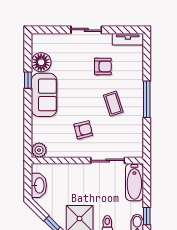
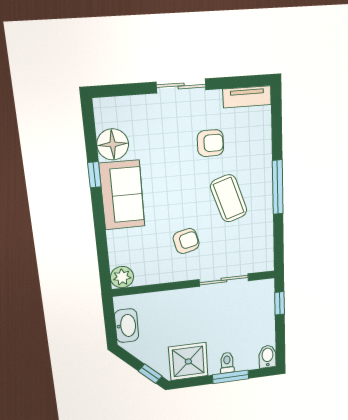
coffee table: (113, 104) -> (229, 198), width x1.36, depth x1.30
bathtub: (134, 182) -> (263, 305), removed
window: (147, 216) -> (280, 303), moved

